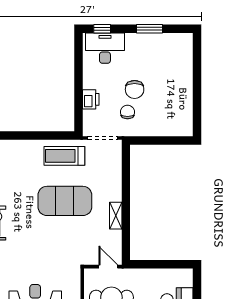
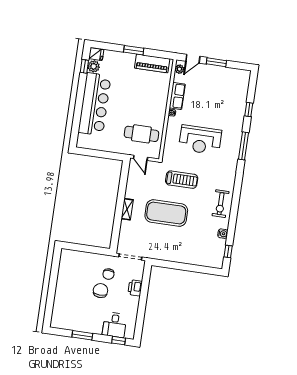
desk: (105, 48) -> (115, 325), width x0.73
treadmill: (64, 156) -> (182, 180), moved
shelving: (116, 216) -> (127, 209), moved

